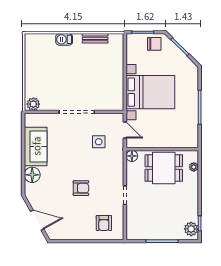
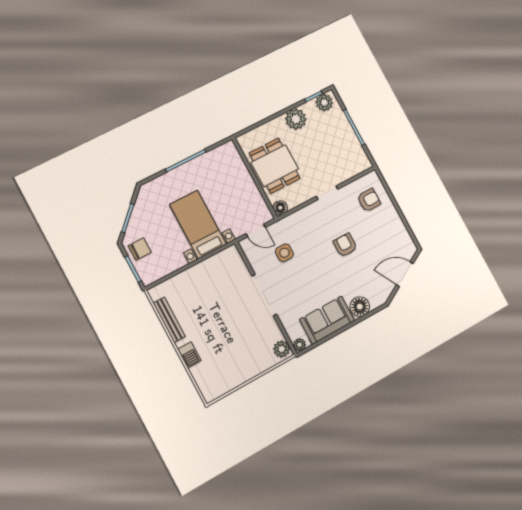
bench: (95, 38) -> (169, 320), width x1.36
chair: (154, 44) -> (140, 249), turned 90
bed with nightstands: (150, 92) -> (198, 224), width x0.73
plant: (29, 118) -> (300, 345), added
door: (125, 130) -> (256, 230), swing flipped
plant: (194, 167) -> (296, 119), moved, width x1.87, depth x1.87
door: (37, 220) -> (405, 274), hinge flipped

